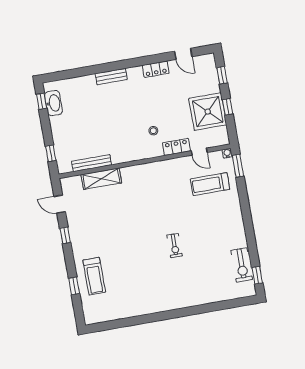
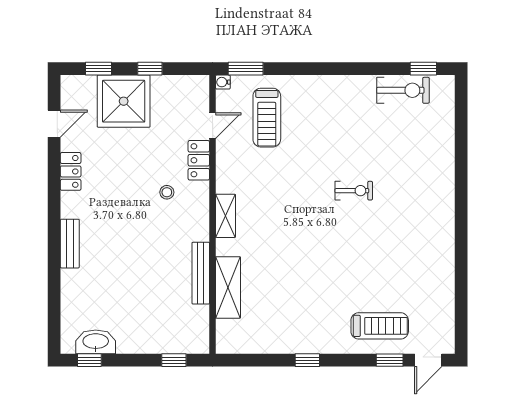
shower: (208, 112) -> (124, 101), moved
bench: (92, 163) -> (201, 273), moved
shelving: (145, 169) -> (225, 216), added
door: (60, 204) -> (428, 360), moved

